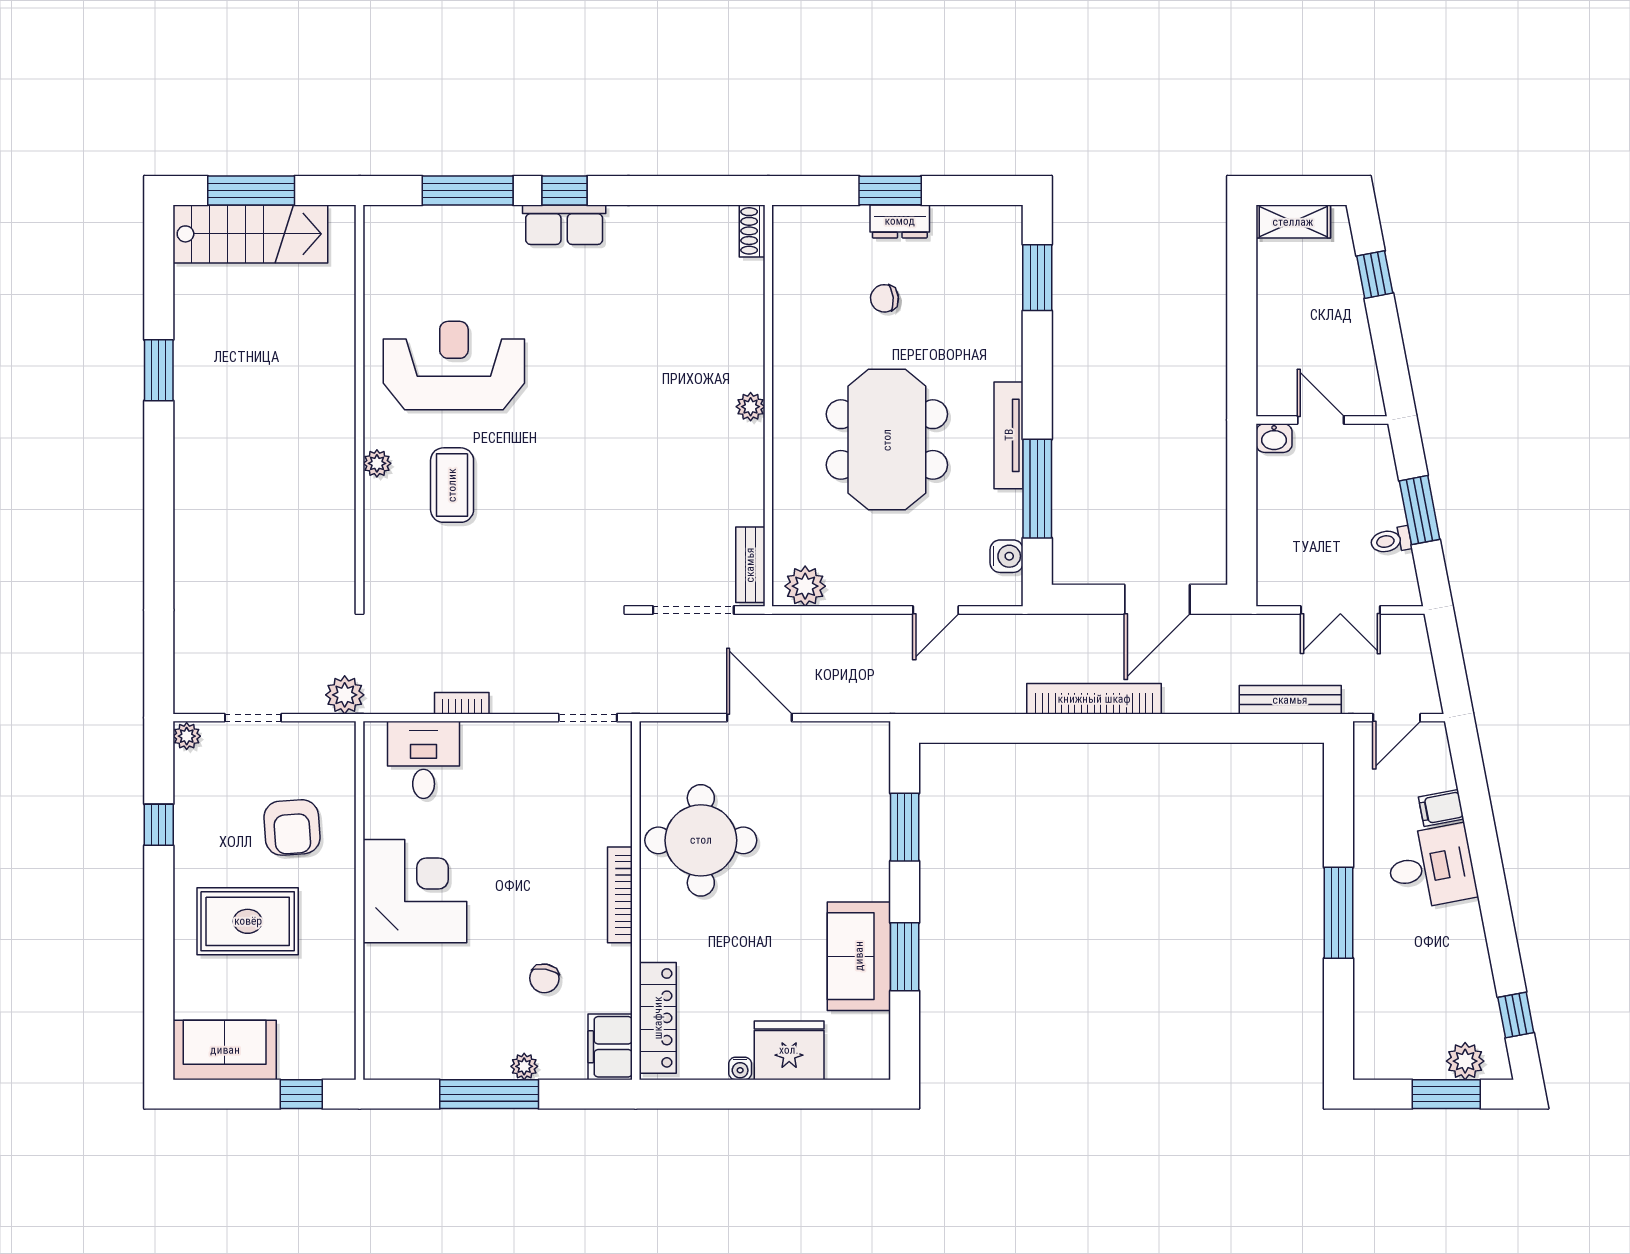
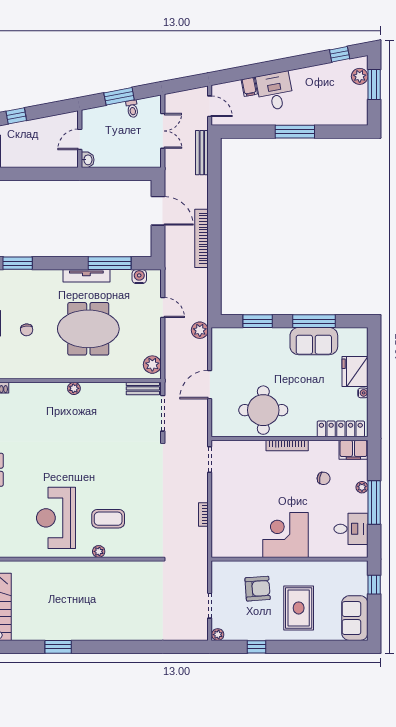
plant: (345, 695) -> (200, 330), moved
desk: (424, 760) -> (351, 529), moved, turned 180
window: (905, 957) -> (314, 321), width x1.44

